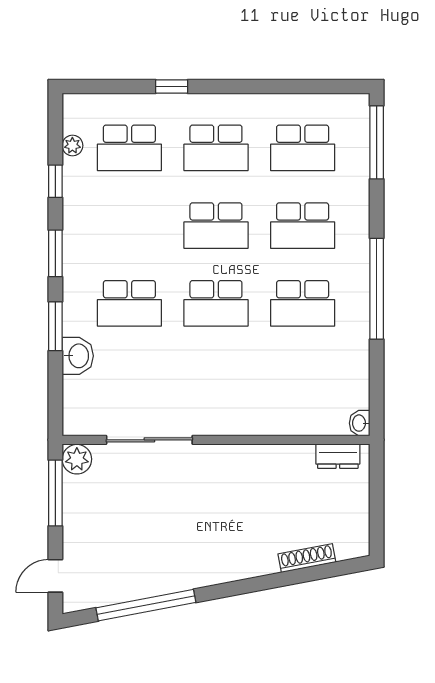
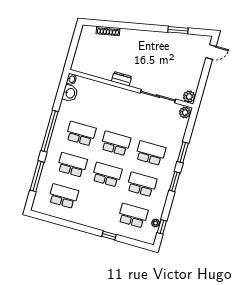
window: (377, 142) -> (37, 176), moved
school desk: (216, 148) -> (142, 184), moved
window: (55, 181) -> (162, 227), moved
washbasin: (78, 356) -> (70, 93), moved, turned 180
plant: (76, 420) -> (185, 112), added
dresser: (338, 456) -> (122, 79), moved
window: (55, 493) -> (202, 85), removed
window: (146, 605) -> (178, 30), width x0.47

